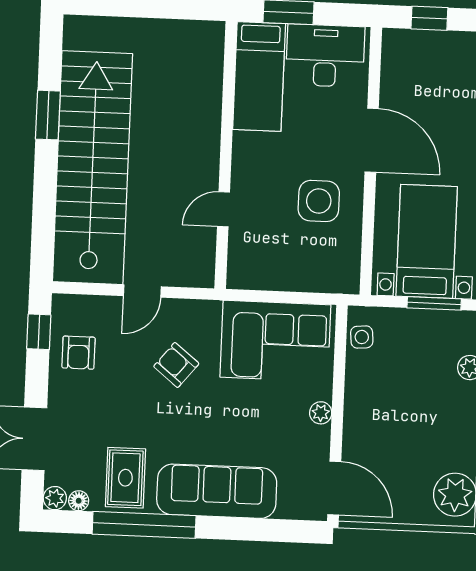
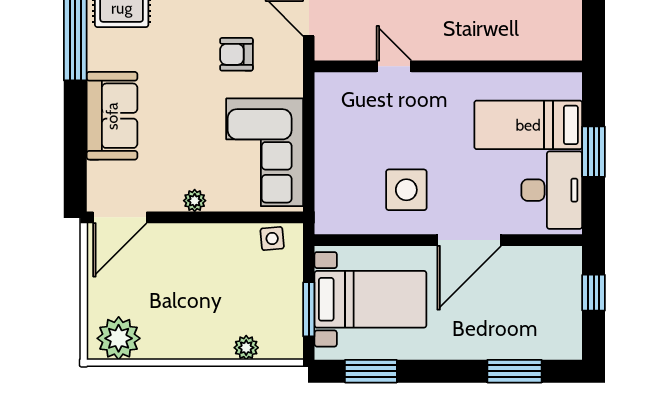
wall: (226, 155) -> (448, 66), moved
door: (223, 209) -> (394, 66), moved
armchair: (176, 365) -> (236, 54), turned -129
sofa: (217, 491) -> (112, 116), width x0.73

